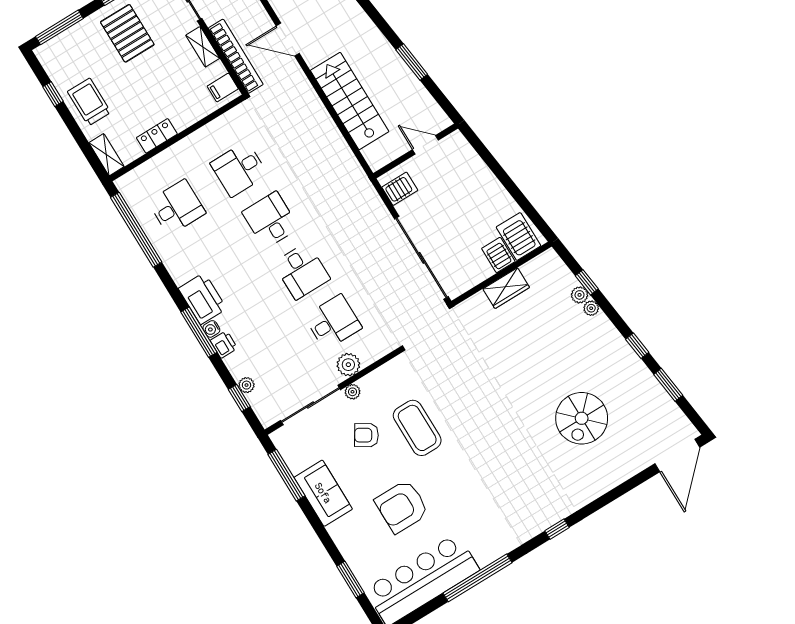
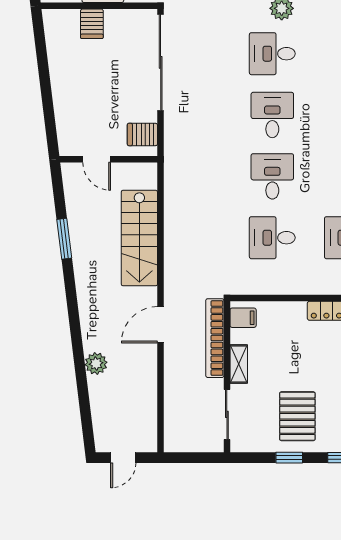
door: (288, 40) -> (161, 325), swing flipped
desk: (239, 169) -> (272, 238), turned 180
desk: (270, 220) -> (272, 176), turned 180
server rack: (518, 236) -> (64, 29), removed

